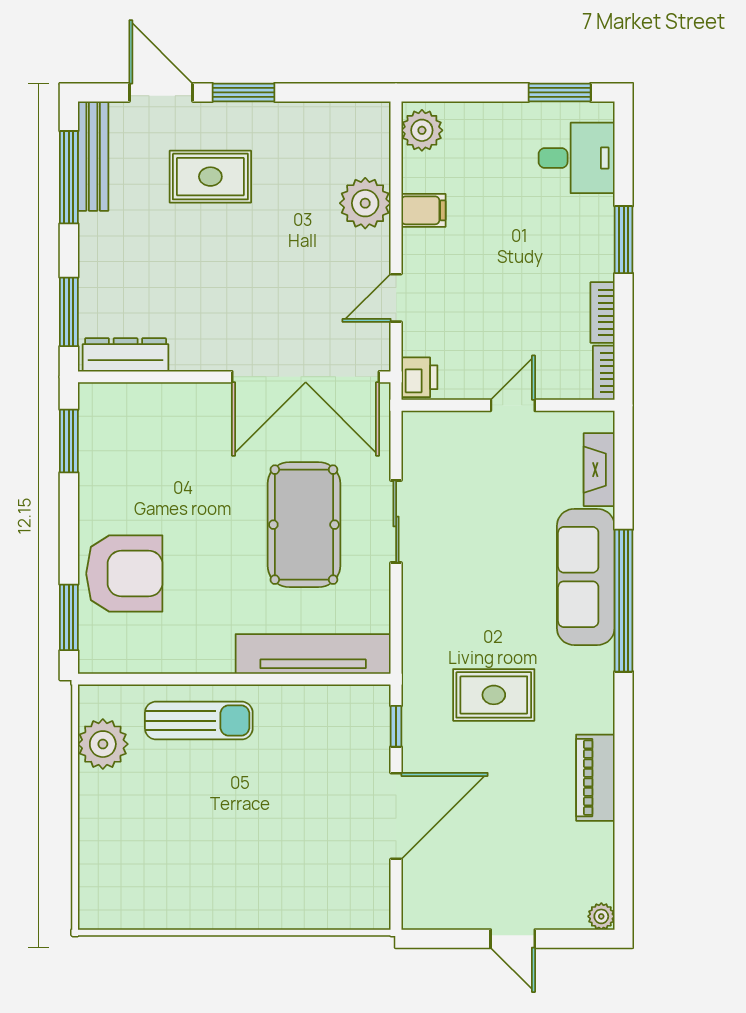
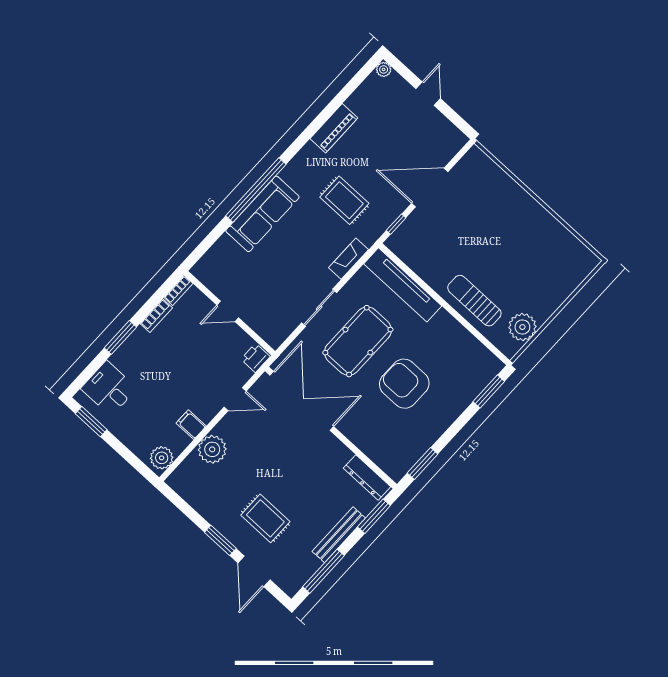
bench: (93, 156) -> (339, 535), moved
fireplace: (599, 470) -> (349, 259), moved, turned 180
armchair: (124, 574) -> (404, 384), moved

